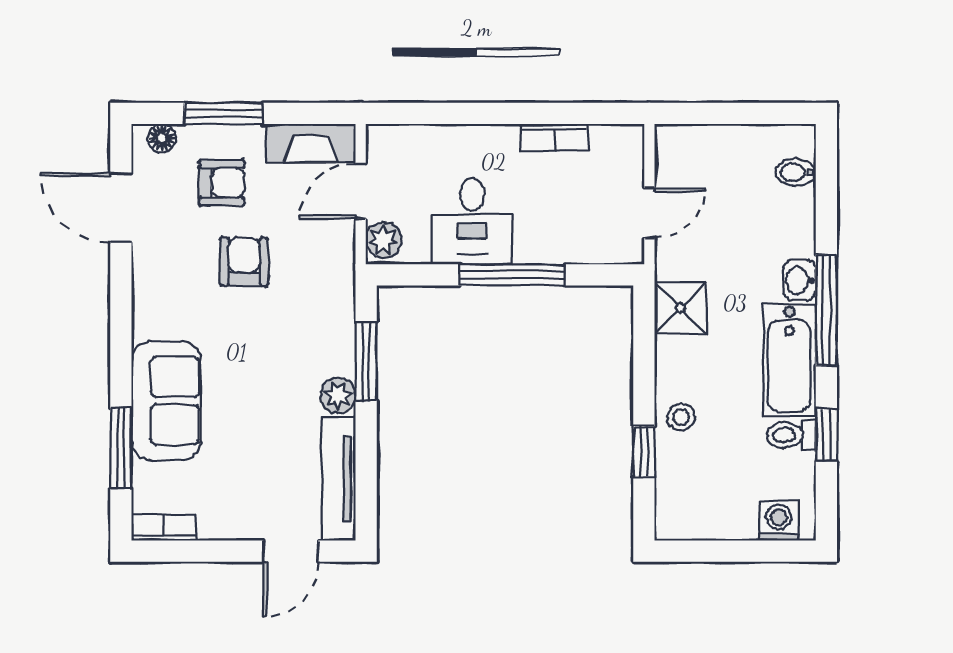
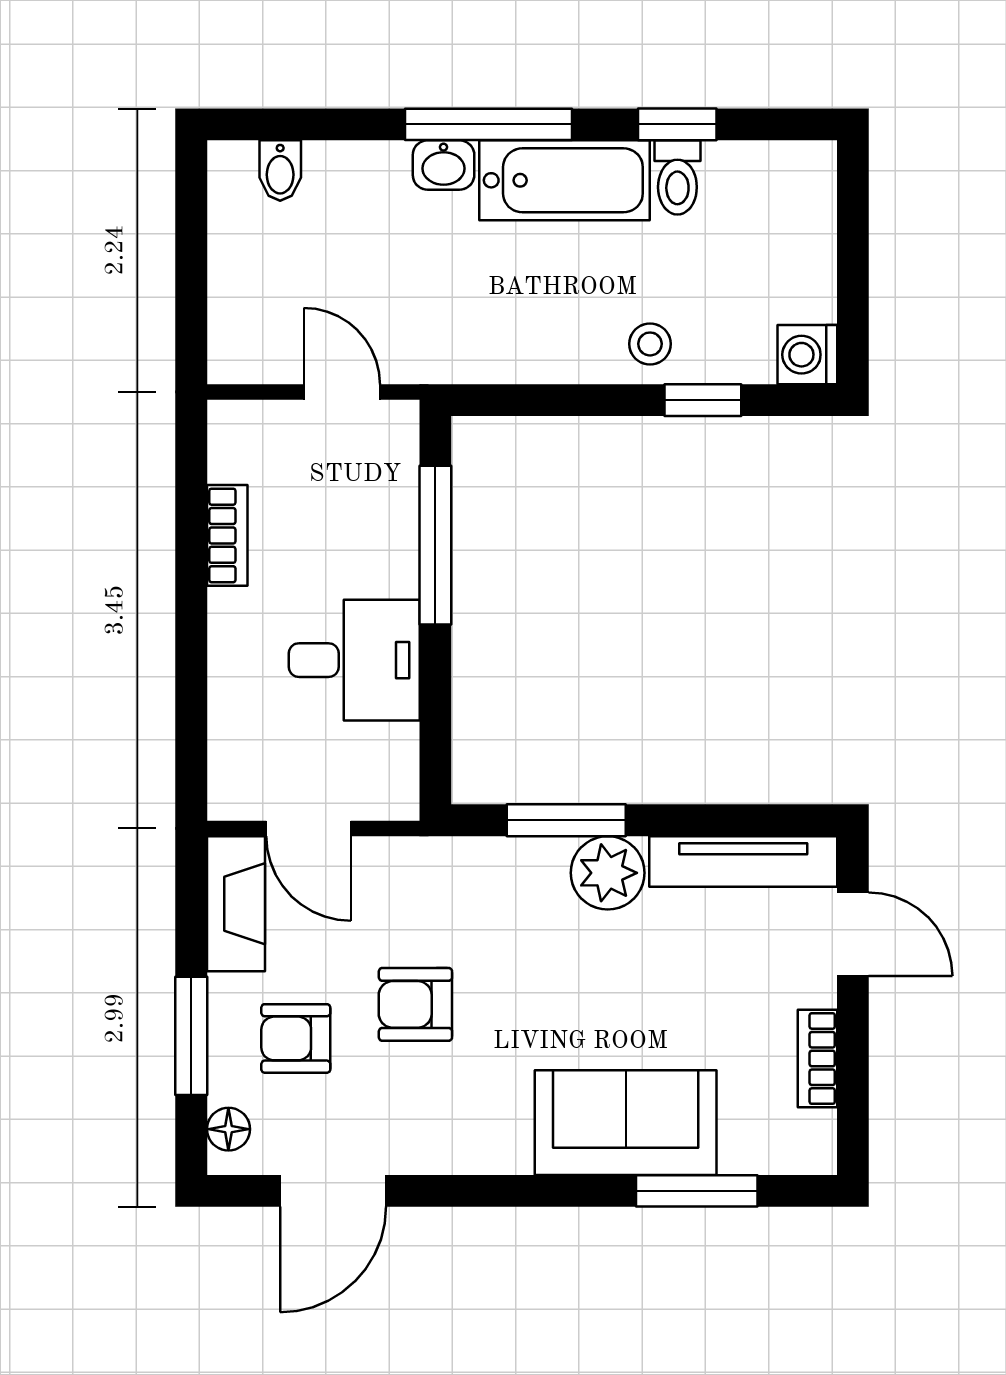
armchair: (222, 183) -> (296, 1038), turned -90
plant: (384, 240) -> (383, 794), removed
window: (512, 275) -> (435, 545), moved
shower: (680, 308) -> (485, 345), removed
plant: (338, 396) -> (608, 873), width x1.38, depth x1.38
washing machine: (779, 521) -> (807, 355), moved
bookcase: (164, 528) -> (818, 1059), moved

